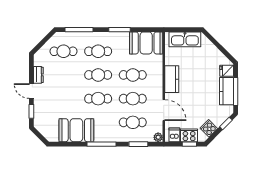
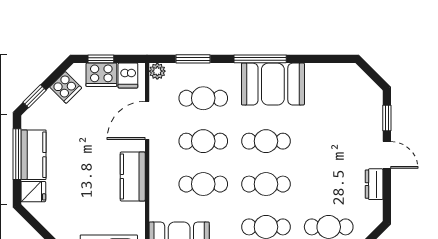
door: (164, 110) -> (147, 120), hinge flipped
booth: (76, 130) -> (273, 84), moved

